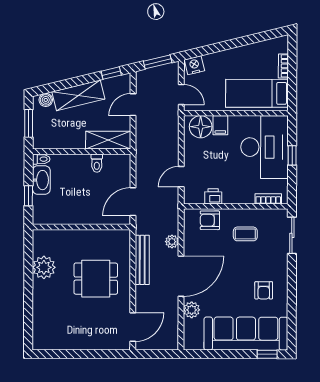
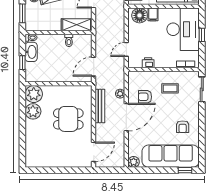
armchair: (210, 220) -> (145, 97), moved
plant: (45, 242) -> (34, 94), added
plant: (192, 310) -> (134, 162), moved

